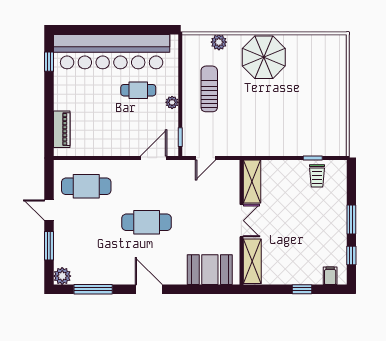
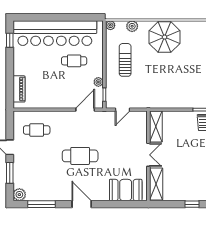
plant: (189, 41) -> (110, 25), added
plant: (172, 102) -> (98, 82), moved
cafe table: (86, 186) -> (37, 130), width x0.73, depth x0.74

